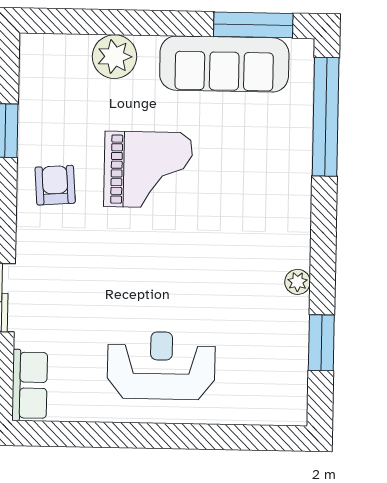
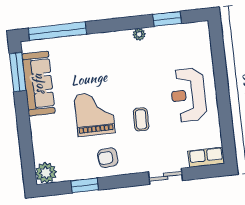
plant: (115, 57) -> (46, 173), moved
coffee table: (124, 263) -> (141, 119), added

